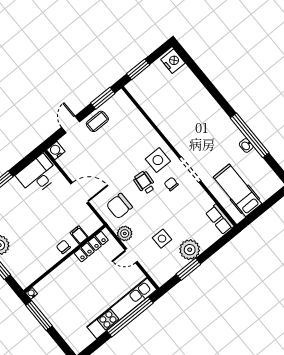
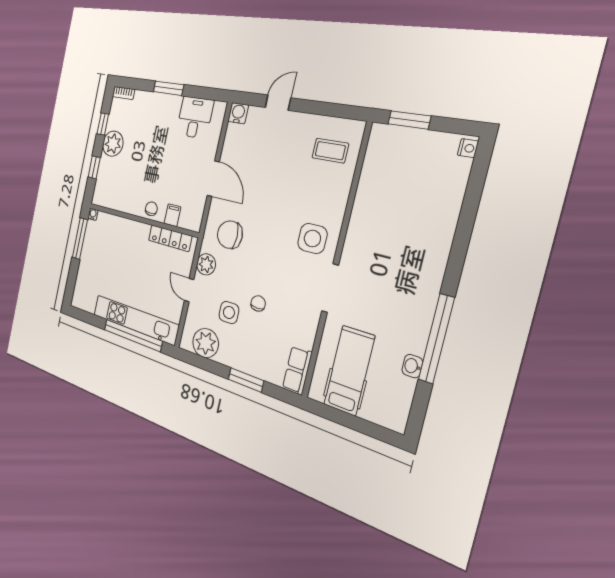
nightstand: (173, 61) -> (468, 148), width x0.53, depth x0.56
window: (103, 98) -> (337, 110), removed
coffee table: (97, 121) -> (330, 151), moved
washbasin: (246, 145) -> (412, 366), moved
desk: (38, 175) -> (195, 117), width x0.73
wheelchair: (145, 183) -> (275, 243), removed
chair: (171, 184) -> (258, 303), moved
plant: (190, 250) -> (206, 343), moved
window: (188, 269) -> (246, 380), moved

